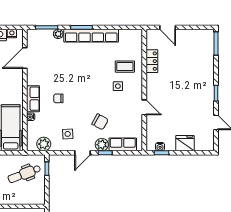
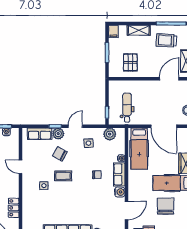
coffee table: (125, 67) -> (63, 176), moved
water cooler: (32, 79) -> (120, 192), added
dental chair: (24, 174) -> (127, 108), turned -69

